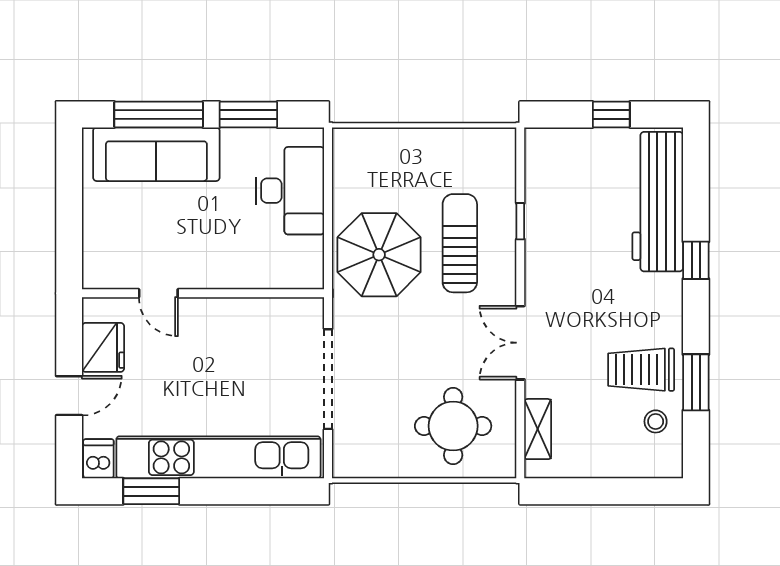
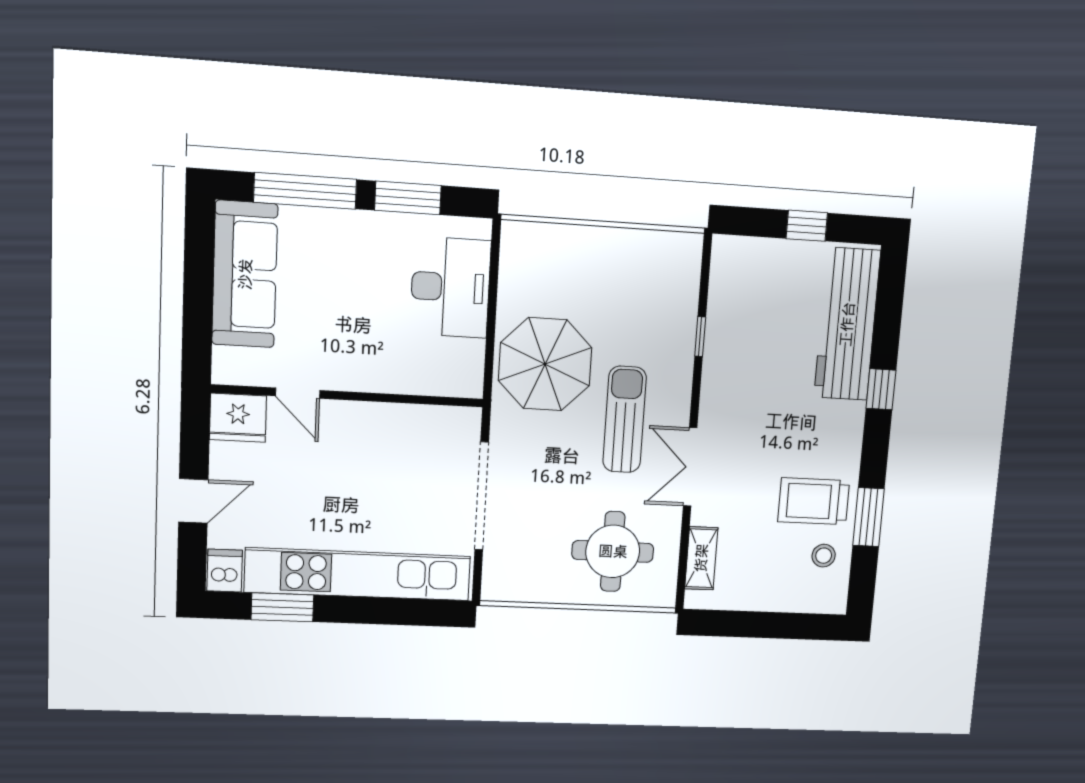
sofa: (156, 154) -> (245, 274), moved, turned -90
sun lounger: (460, 243) -> (625, 419), moved
fridge: (103, 347) -> (238, 418), moved, turned 90

